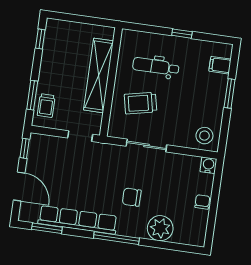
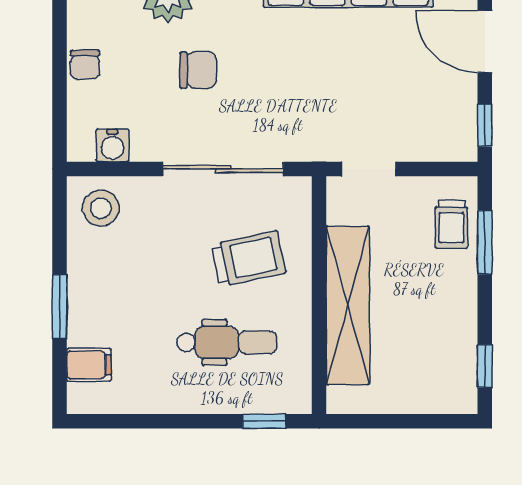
window: (182, 34) -> (264, 421), moved
trolley: (46, 106) -> (451, 224), turned 180
sliding door: (146, 145) -> (223, 169), width x1.37
water cooler: (208, 165) -> (112, 145), moved
chair: (132, 197) -> (198, 70), moved

